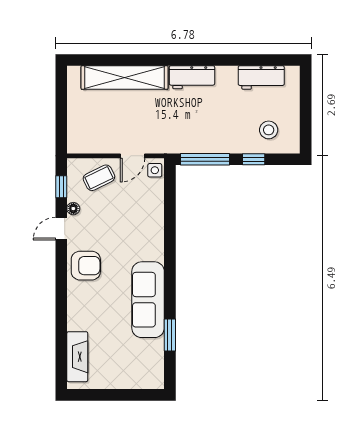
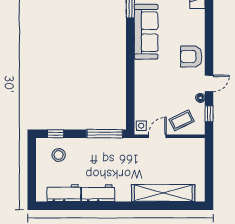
workbench: (192, 77) -> (98, 193), moved
window: (254, 159) -> (56, 134), moved

